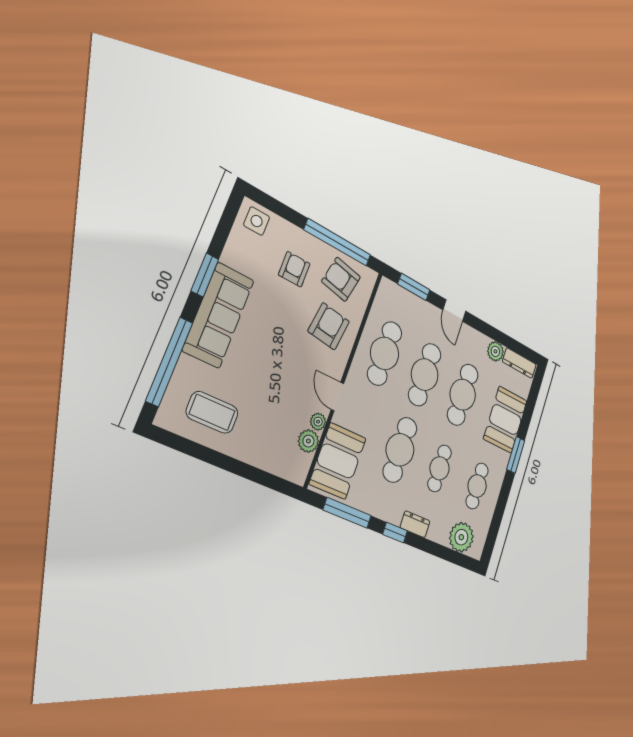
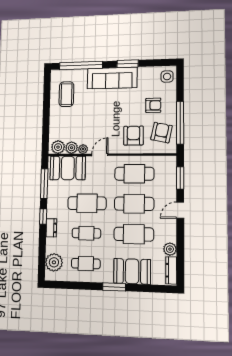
armchair: (329, 326) -> (133, 136), turned -98
plant: (298, 465) -> (58, 147), added

